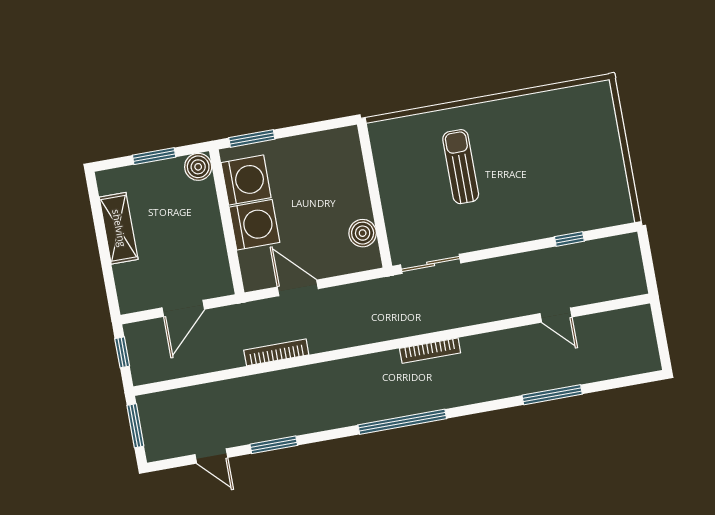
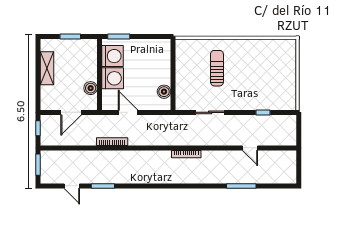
boiler: (198, 167) -> (91, 88), moved
sliding door: (431, 264) -> (210, 112), moved
window: (402, 422) -> (167, 186), removed

